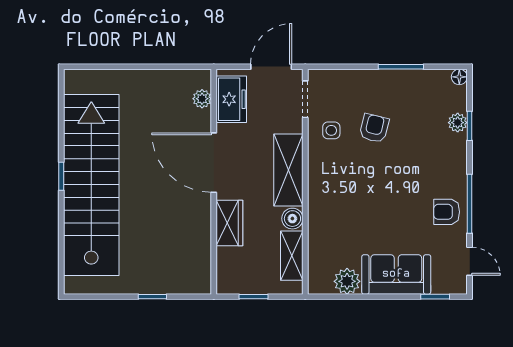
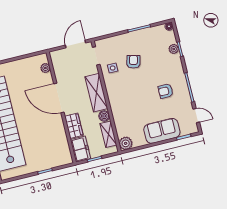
freezer: (231, 99) -> (81, 149), moved
armchair: (447, 212) -> (166, 91), moved
plant: (347, 281) -> (126, 143), moved

